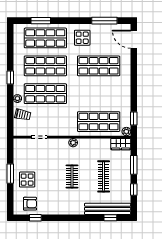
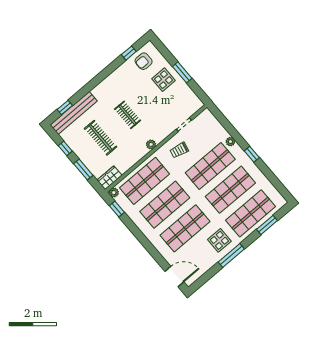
window: (104, 21) -> (231, 255), moved
shop shelf: (99, 94) -> (165, 205), added
trolley: (23, 115) -> (179, 150), moved

